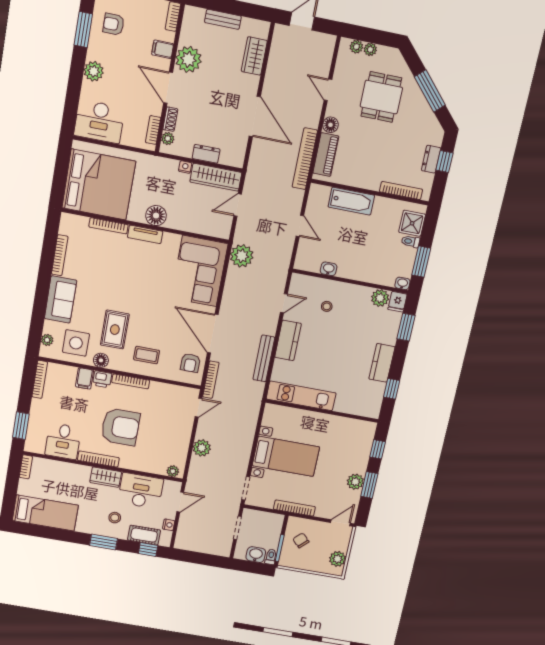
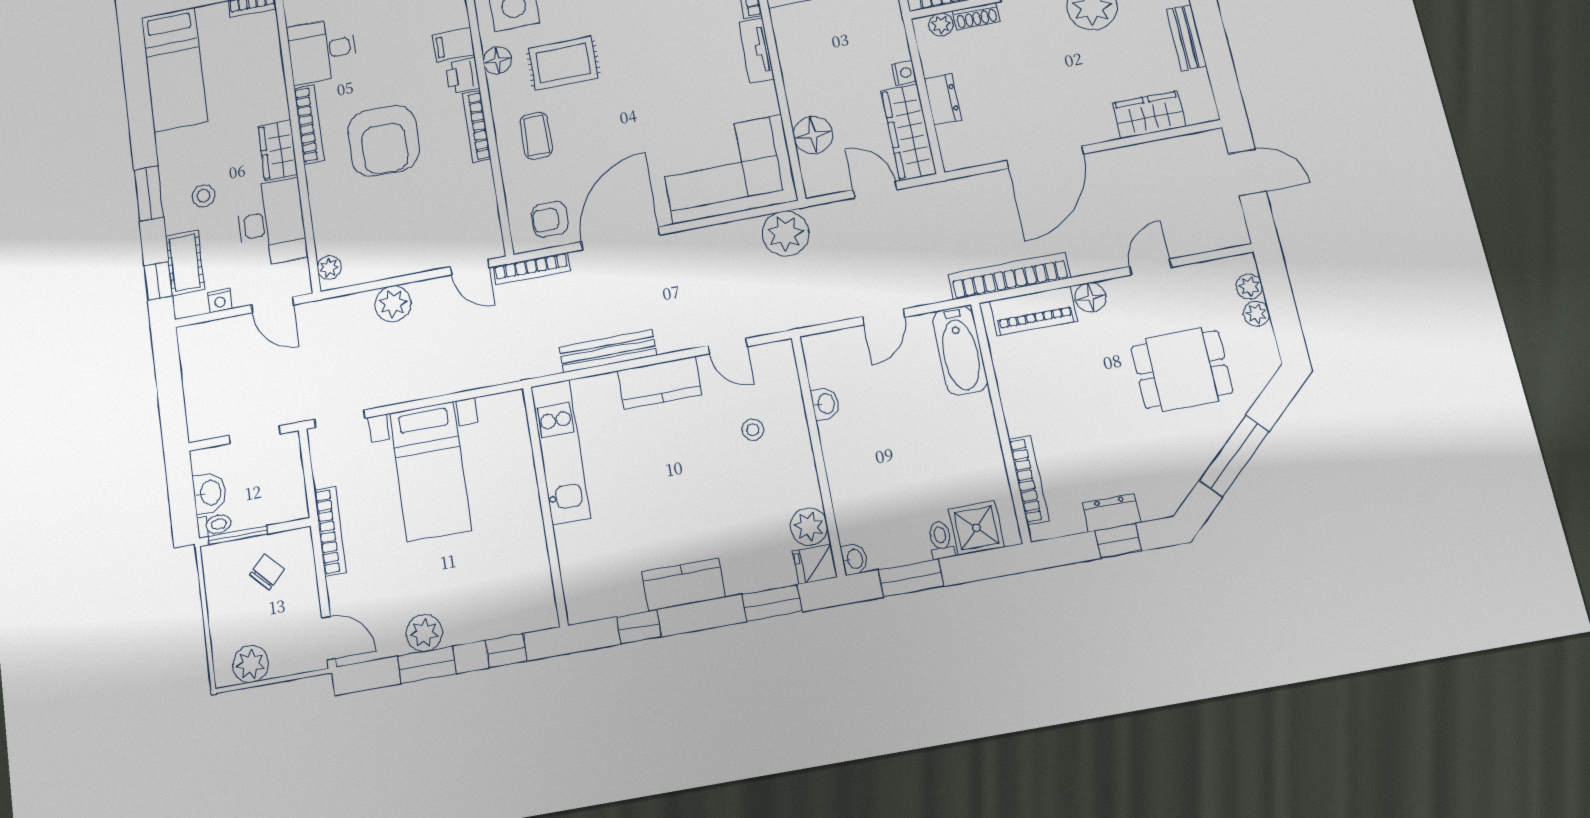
bathtub: (351, 201) -> (960, 351), moved
floor lamp: (156, 216) -> (813, 135), moved

